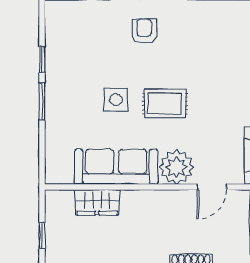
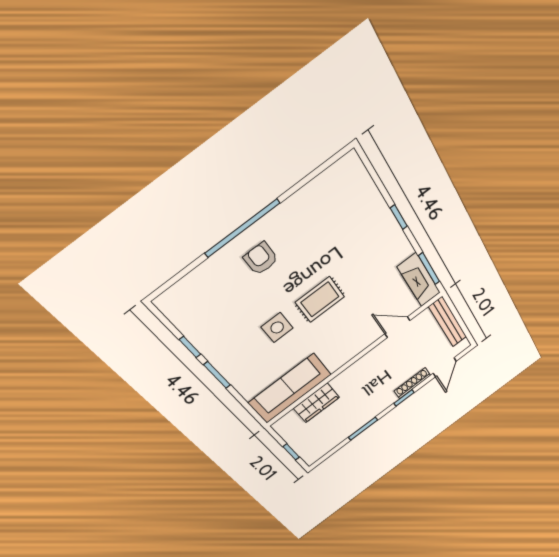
sofa: (116, 167) -> (290, 388), moved
plant: (177, 167) -> (361, 335), removed
door: (212, 187) -> (397, 327), swing flipped

